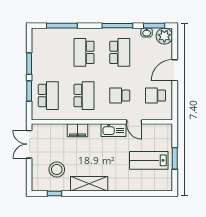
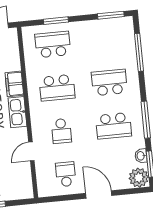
window: (29, 64) -> (111, 15), moved
school desk: (48, 96) -> (53, 44), turned 180
school desk: (120, 96) -> (61, 131), turned 180
kitchen sink: (114, 130) -> (17, 112), moved

